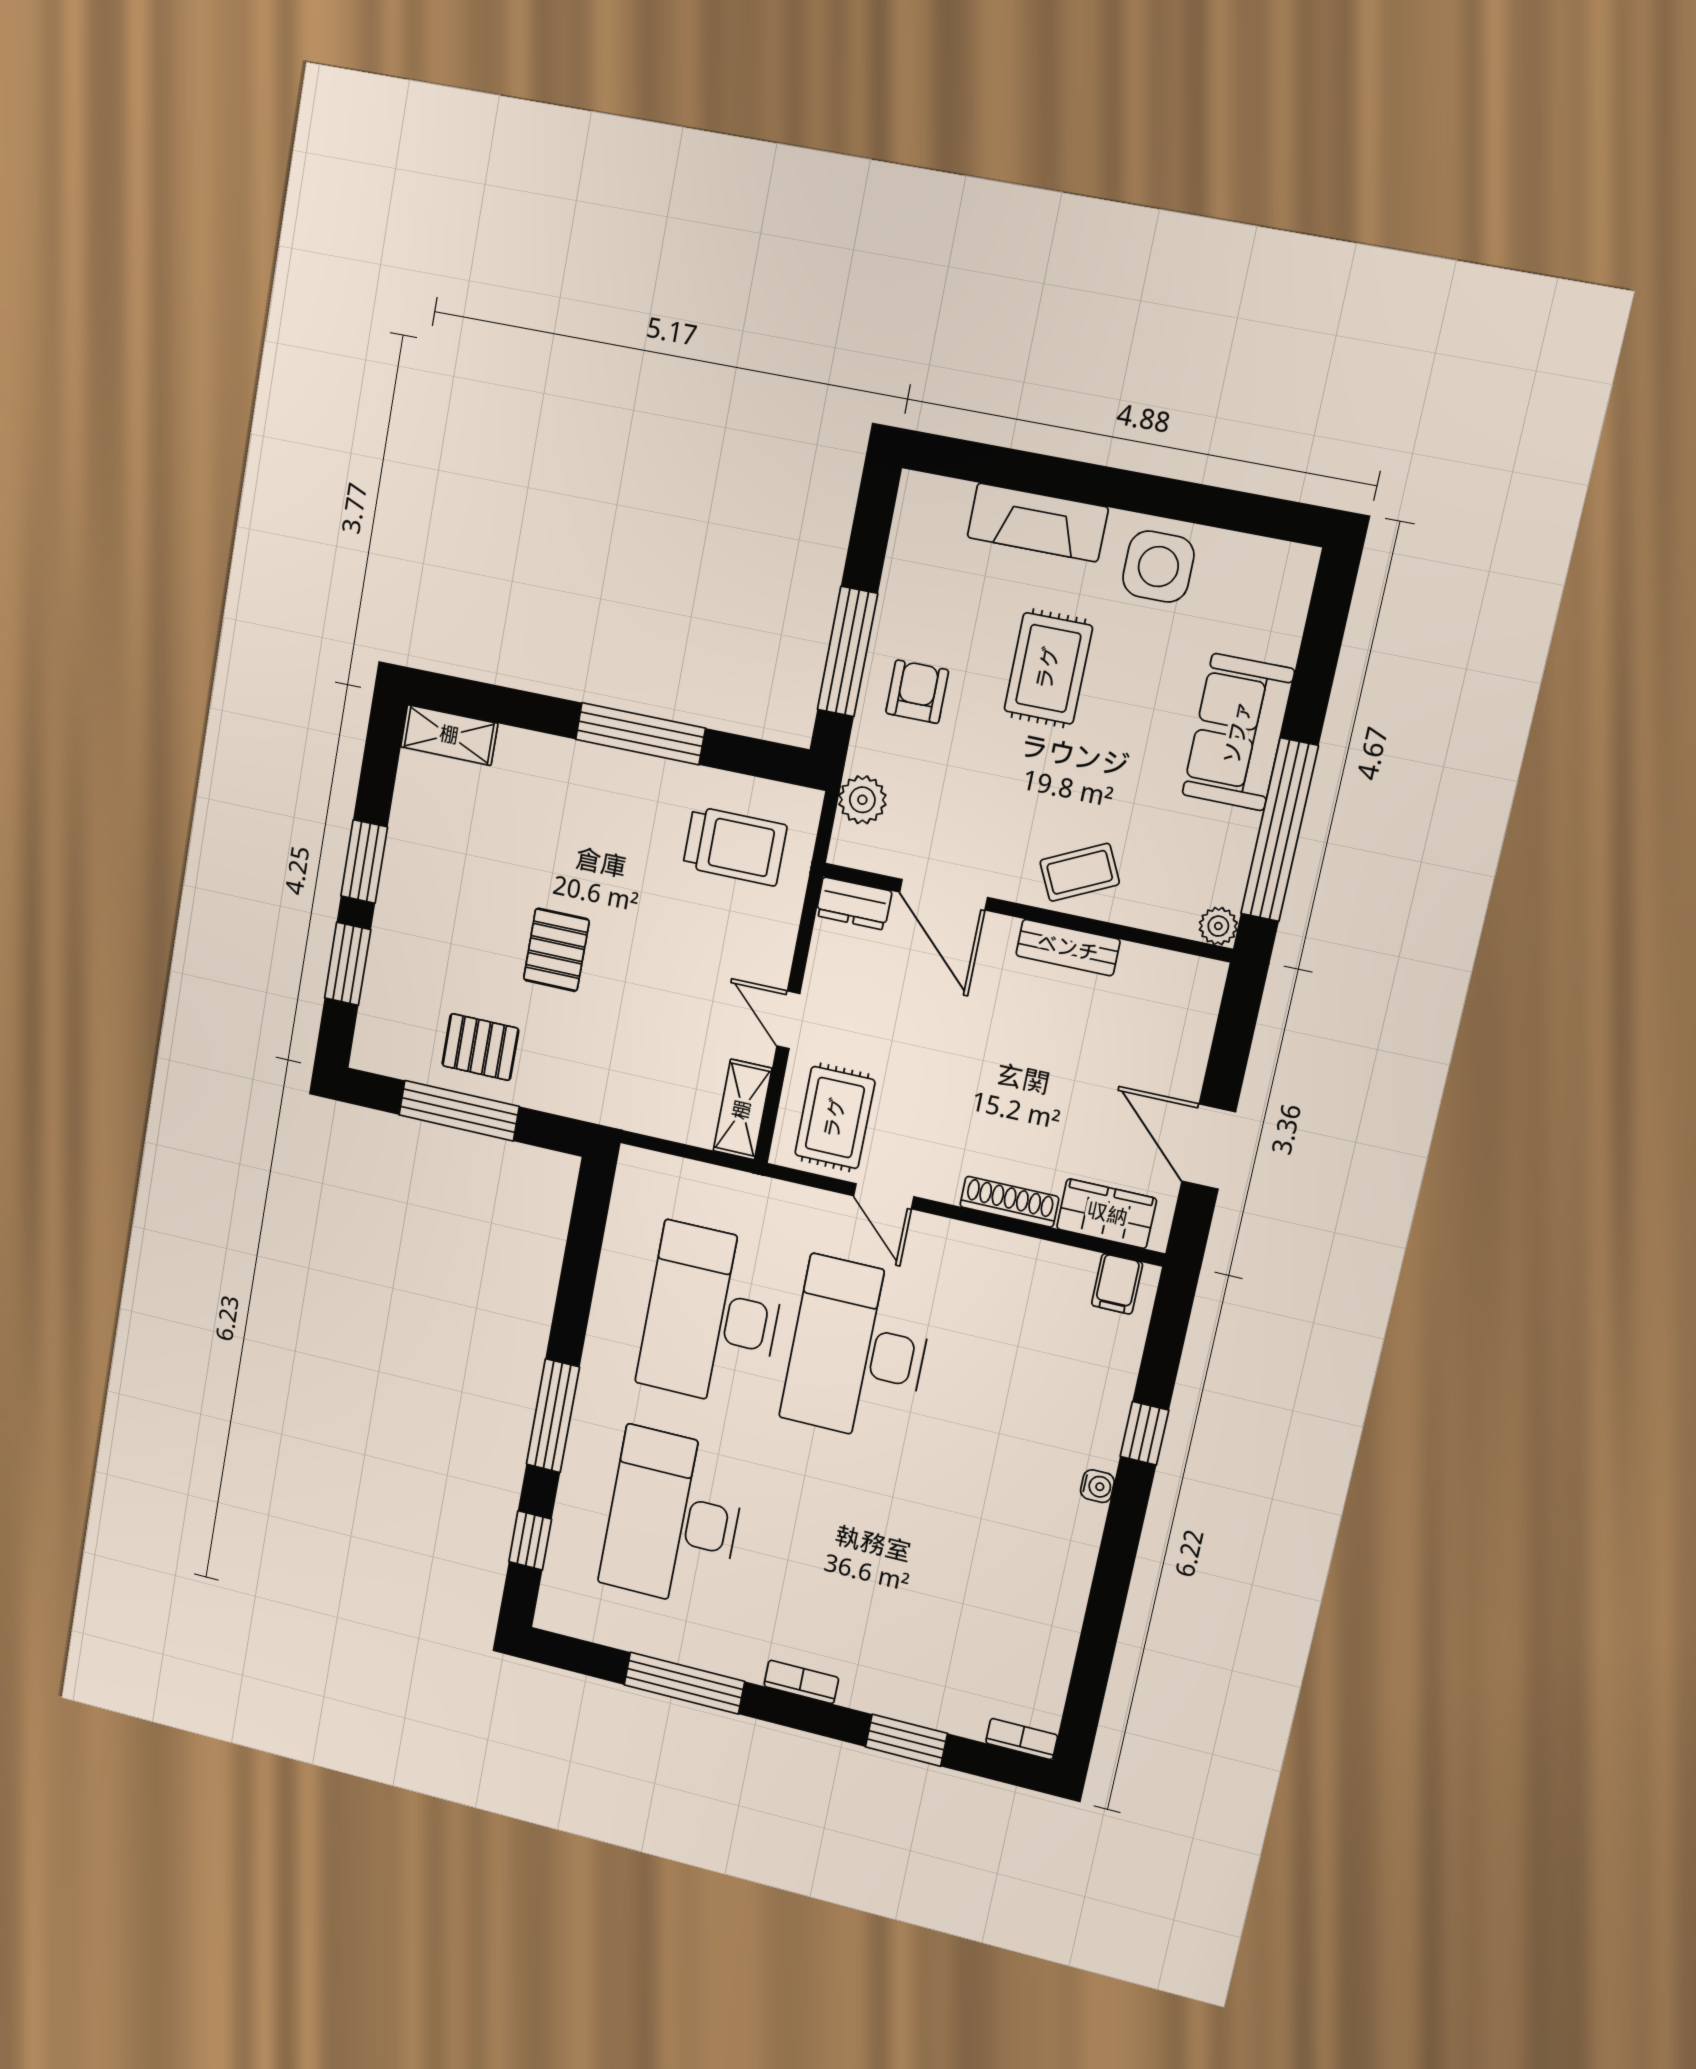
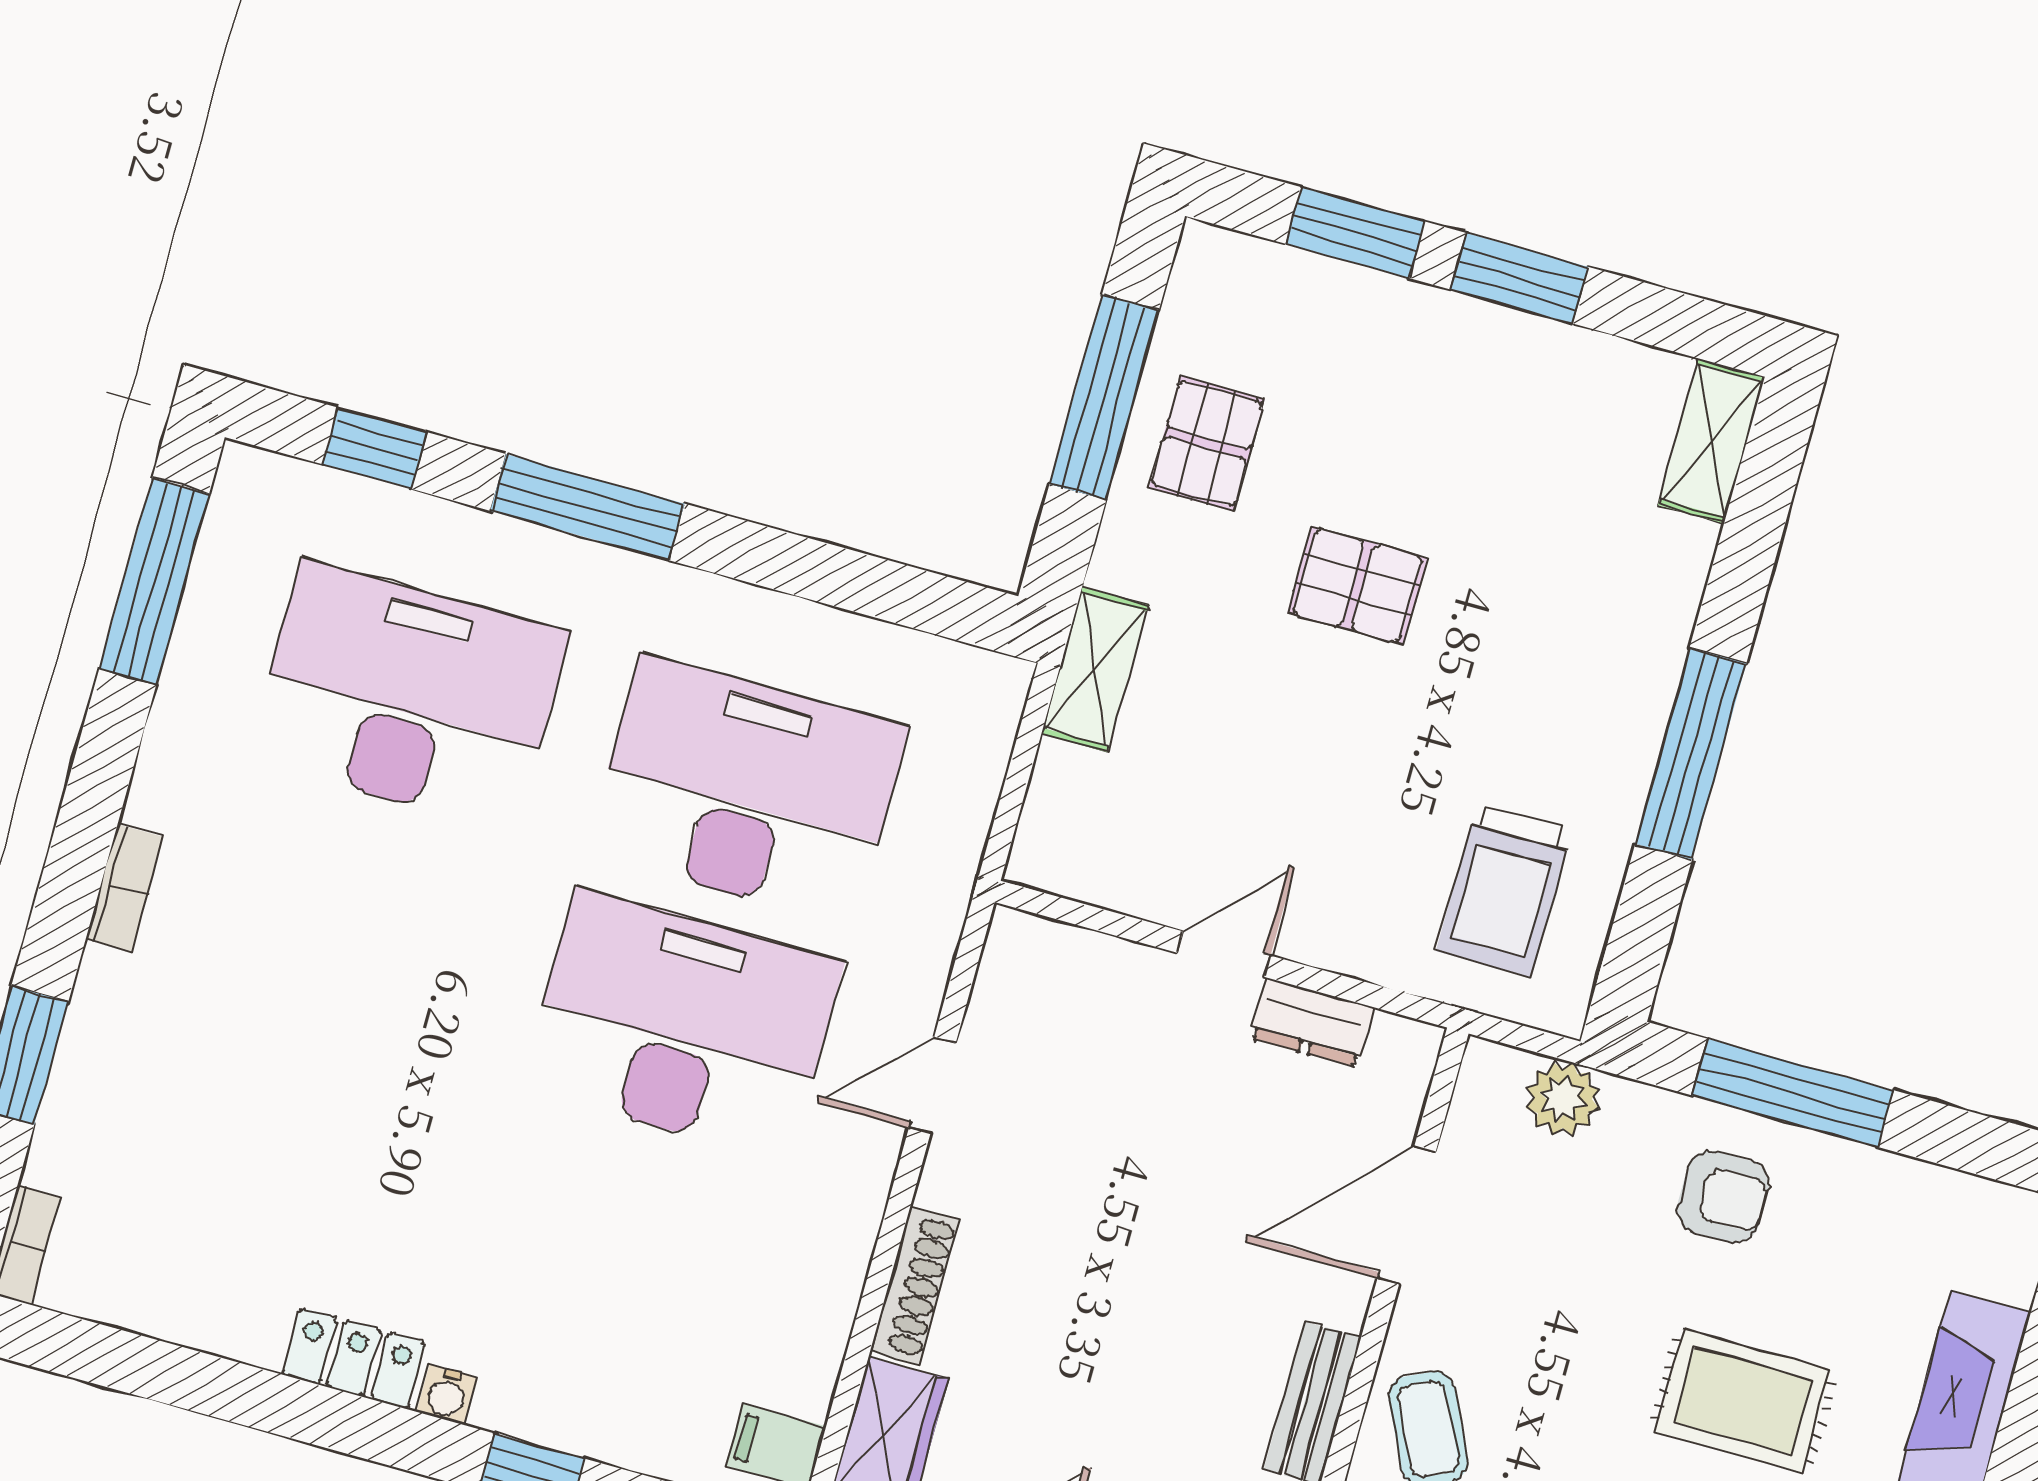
dresser: (854, 903) -> (1312, 1023), moved, turned -90
shelving: (742, 1110) -> (1095, 669), moved, turned 90
rug: (835, 1118) -> (1063, 1017), removed
locker: (1078, 1543) -> (354, 1358), added
window: (684, 1683) -> (154, 581), moved

